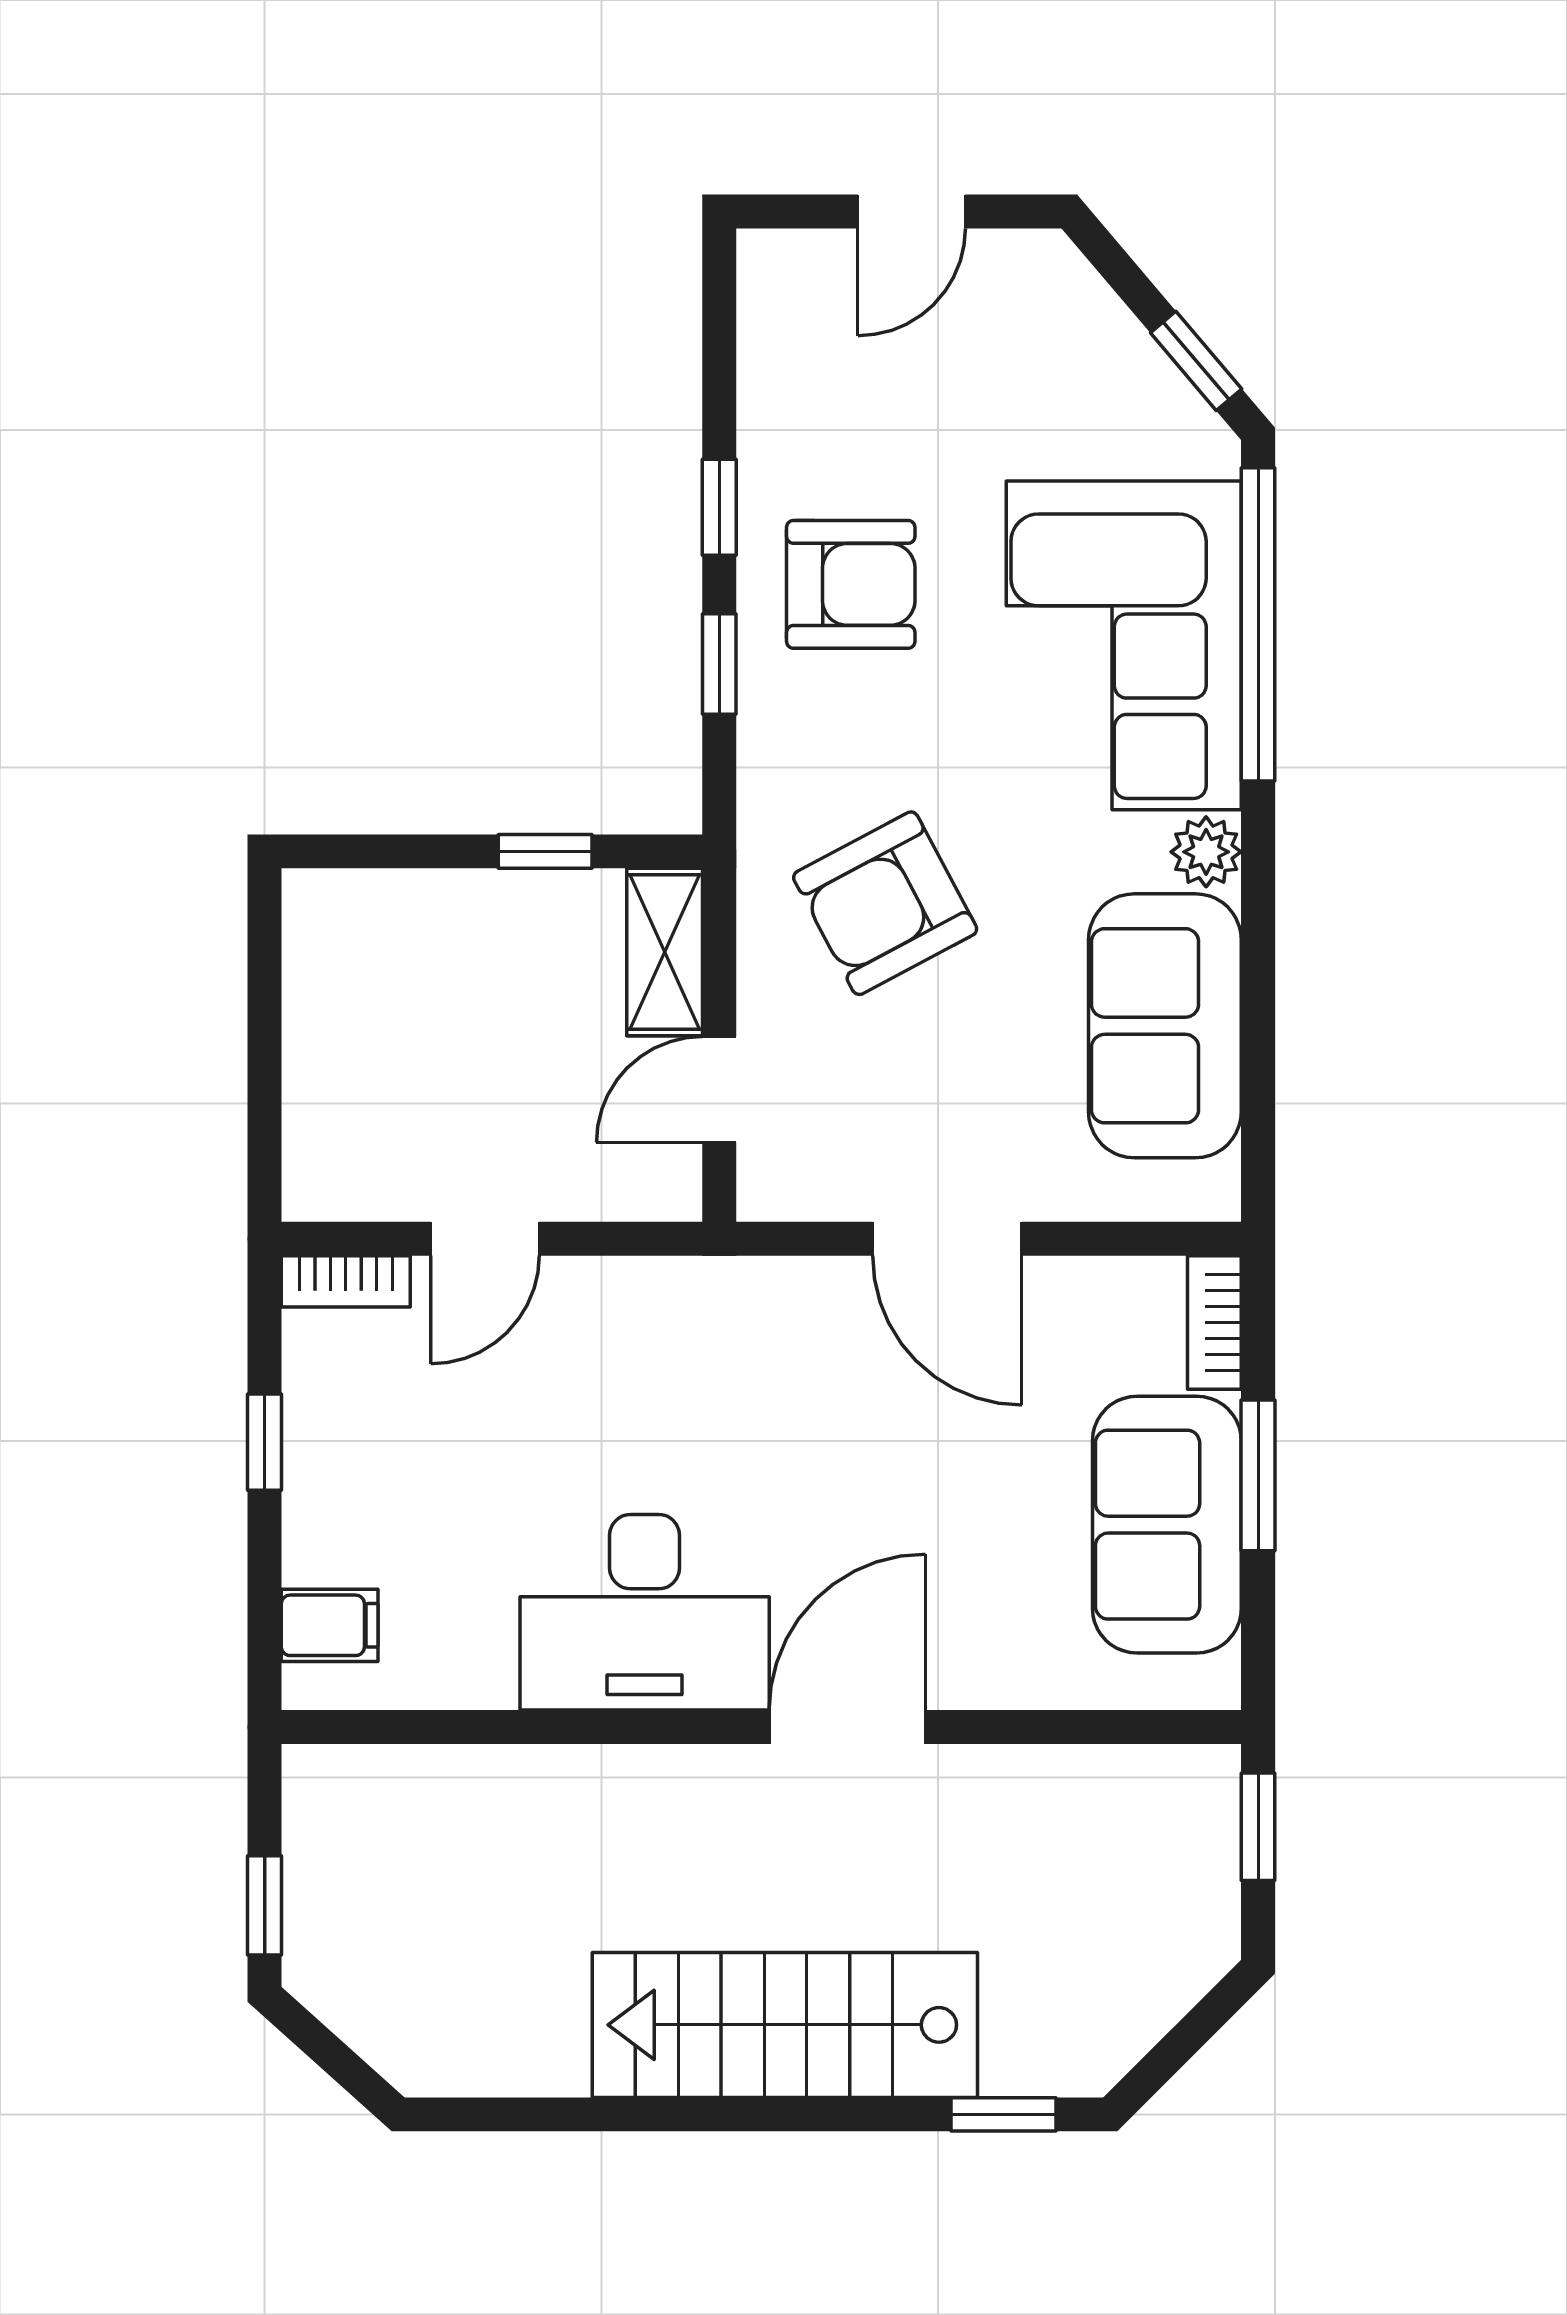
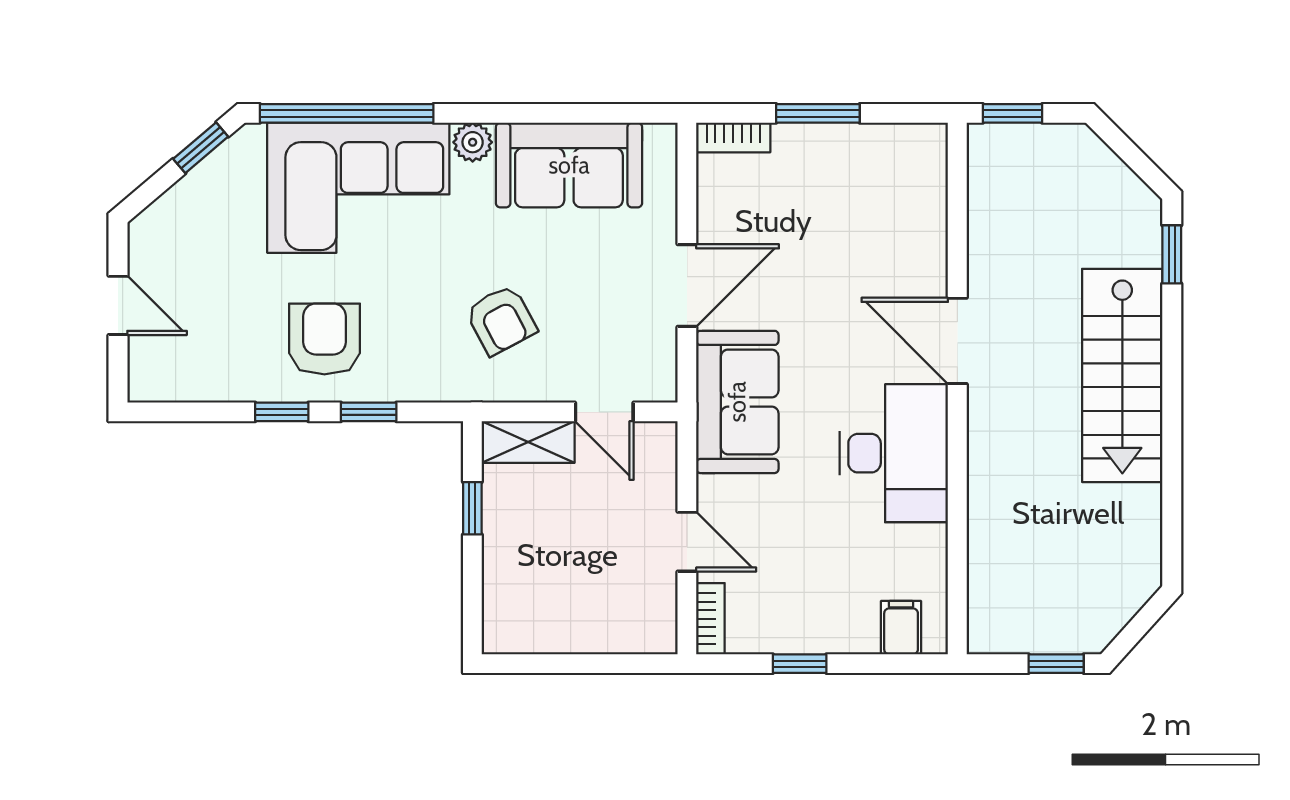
armchair: (885, 903) -> (501, 320), width x0.72, depth x0.72
sofa: (1167, 1525) -> (737, 402), moved, turned -90

